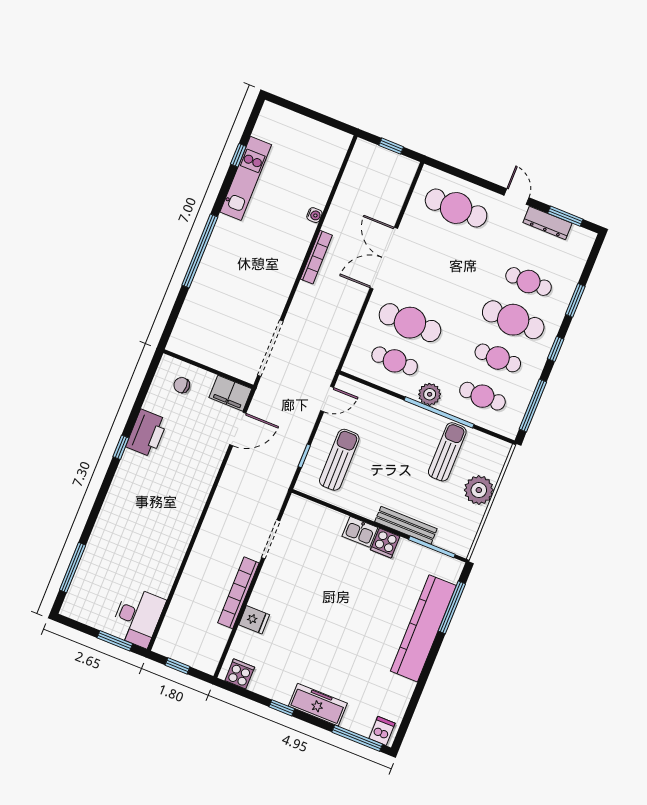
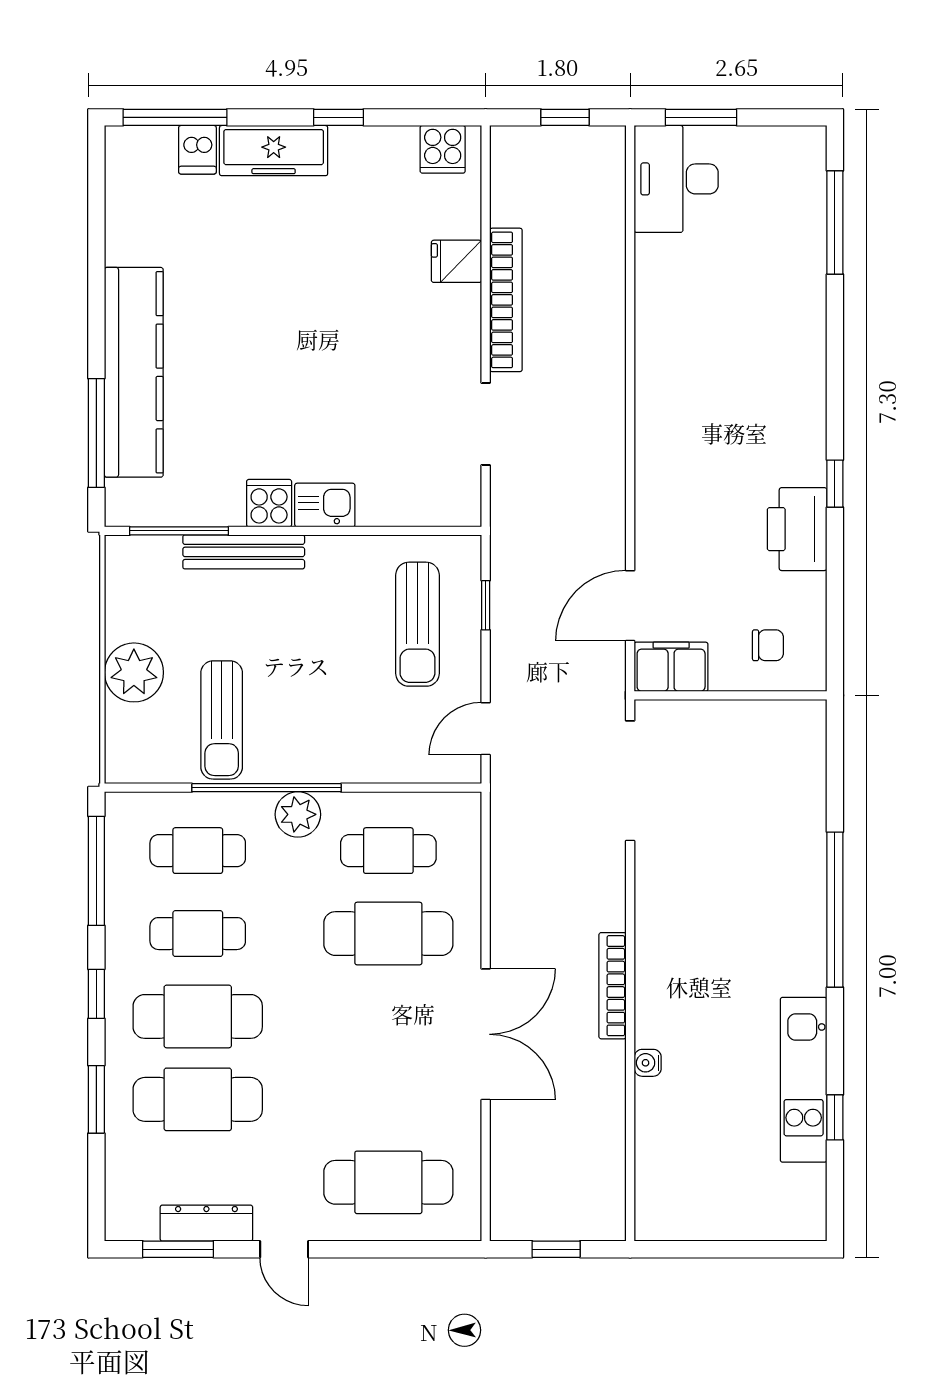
cafe table: (529, 282) -> (198, 1099), width x1.37, depth x1.35
dishwasher: (382, 731) -> (197, 150), moved

